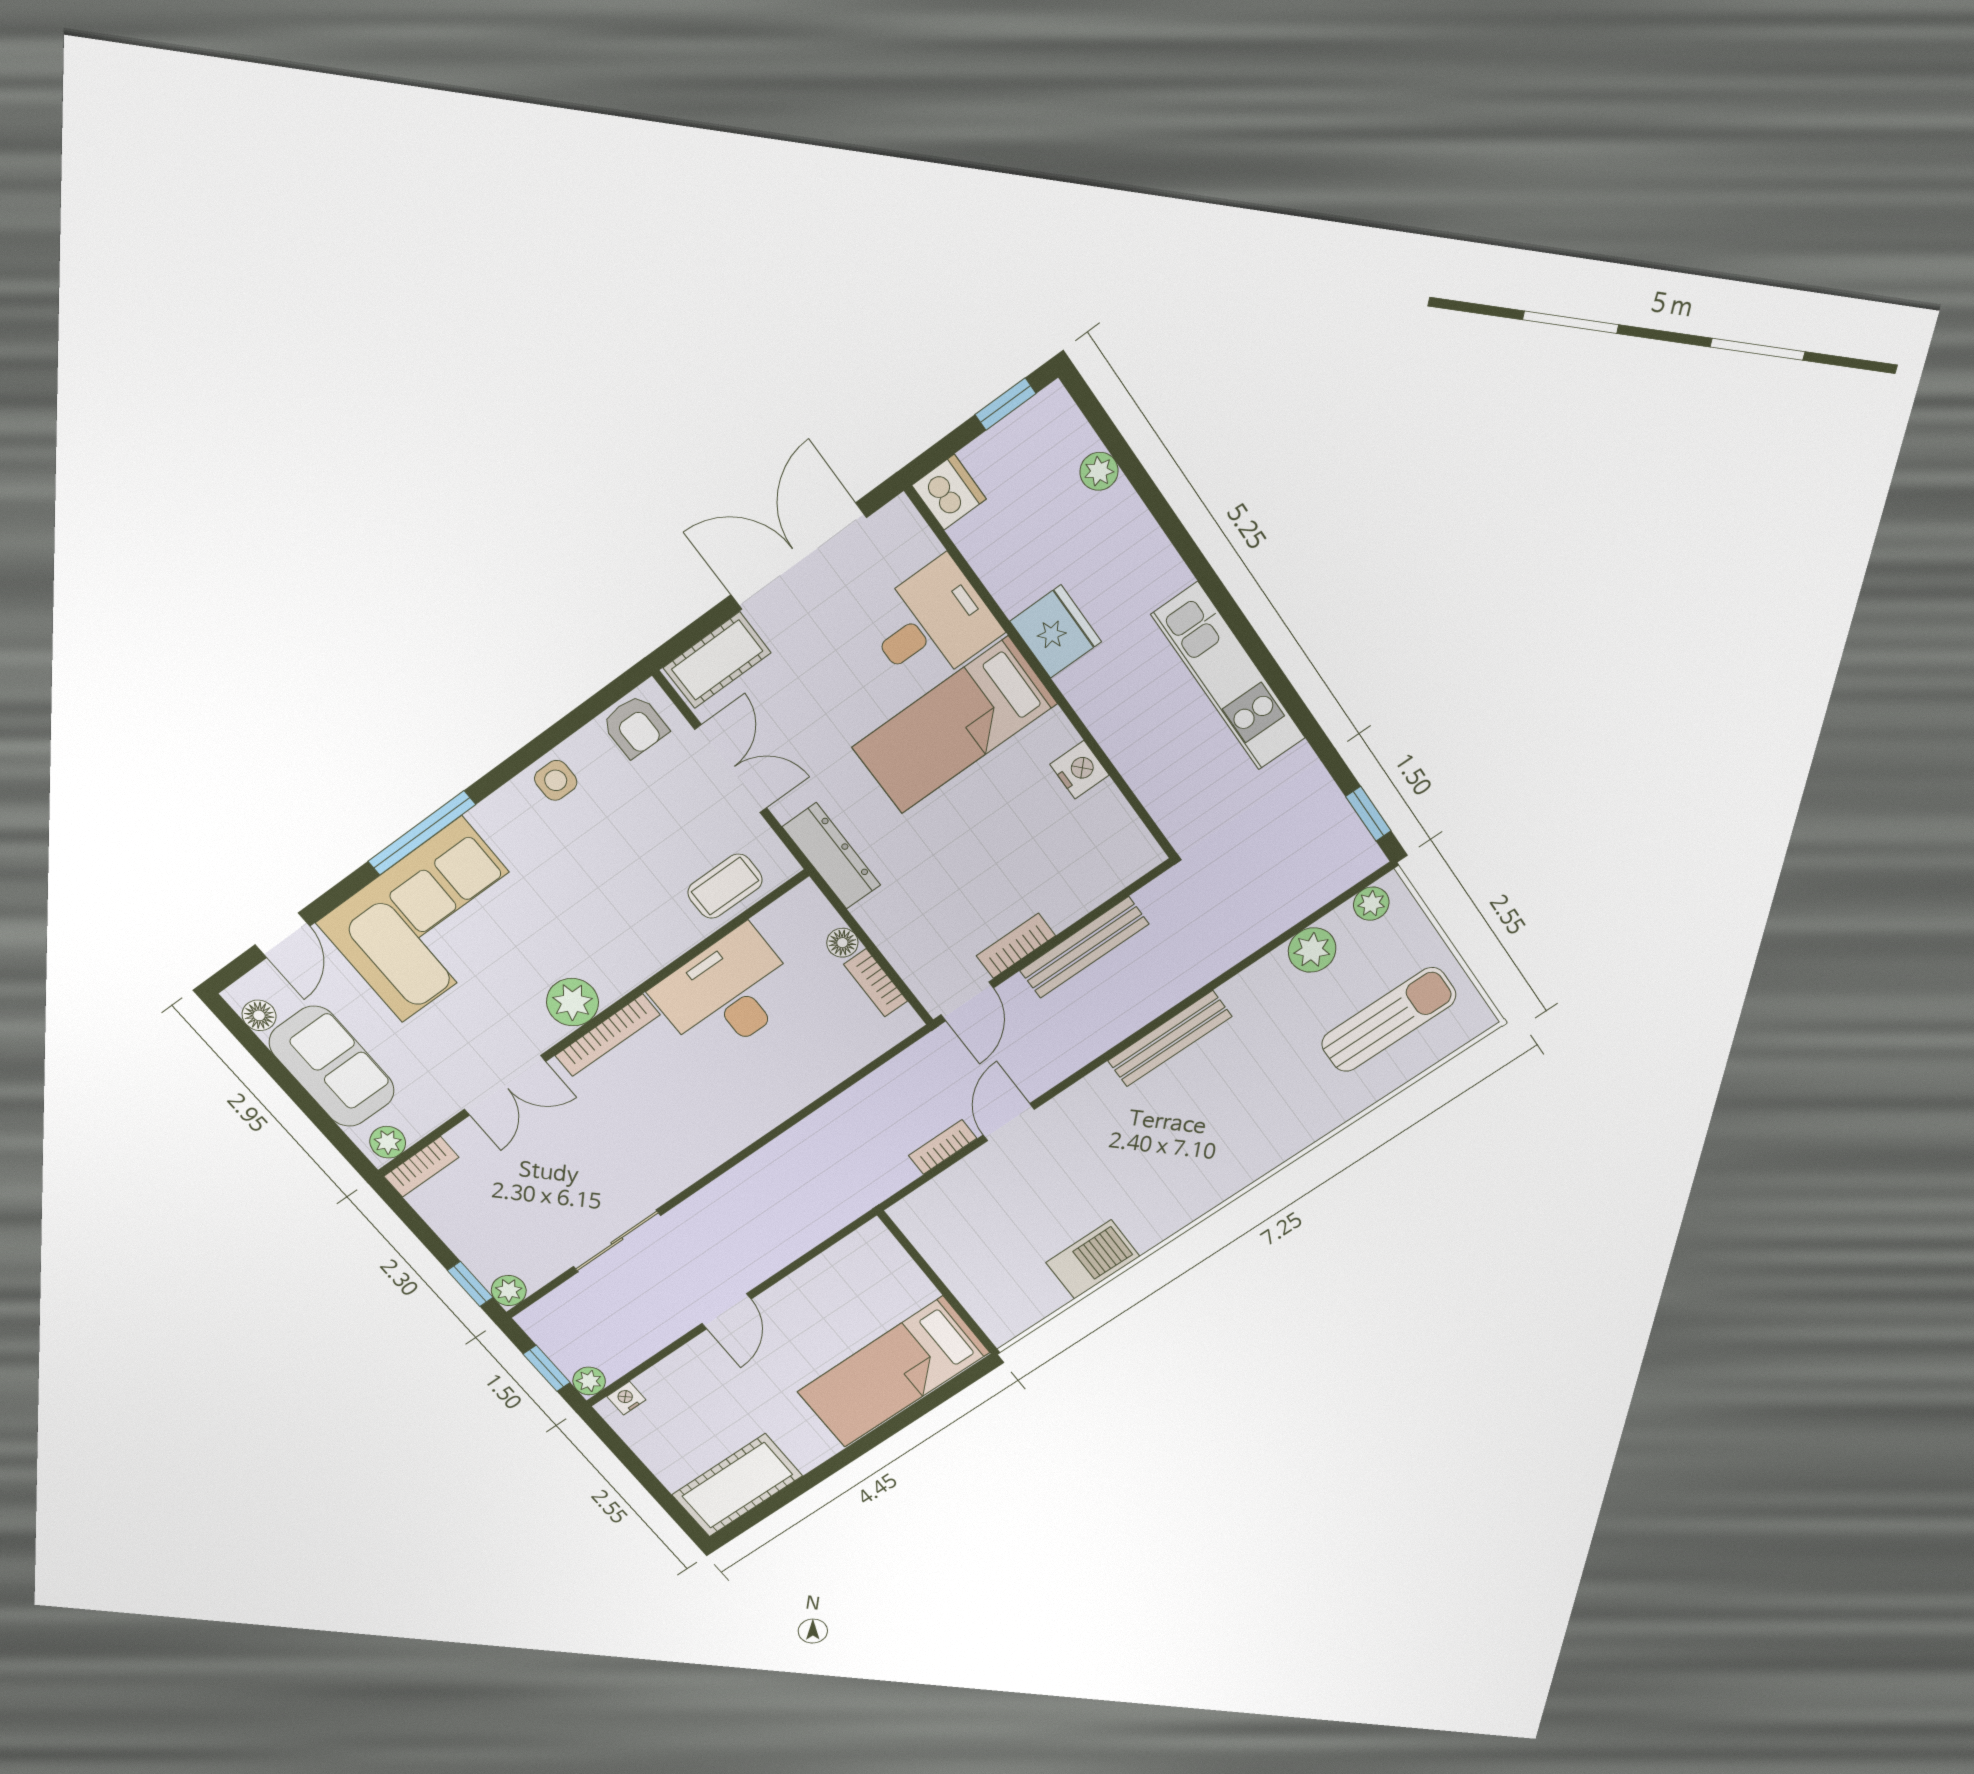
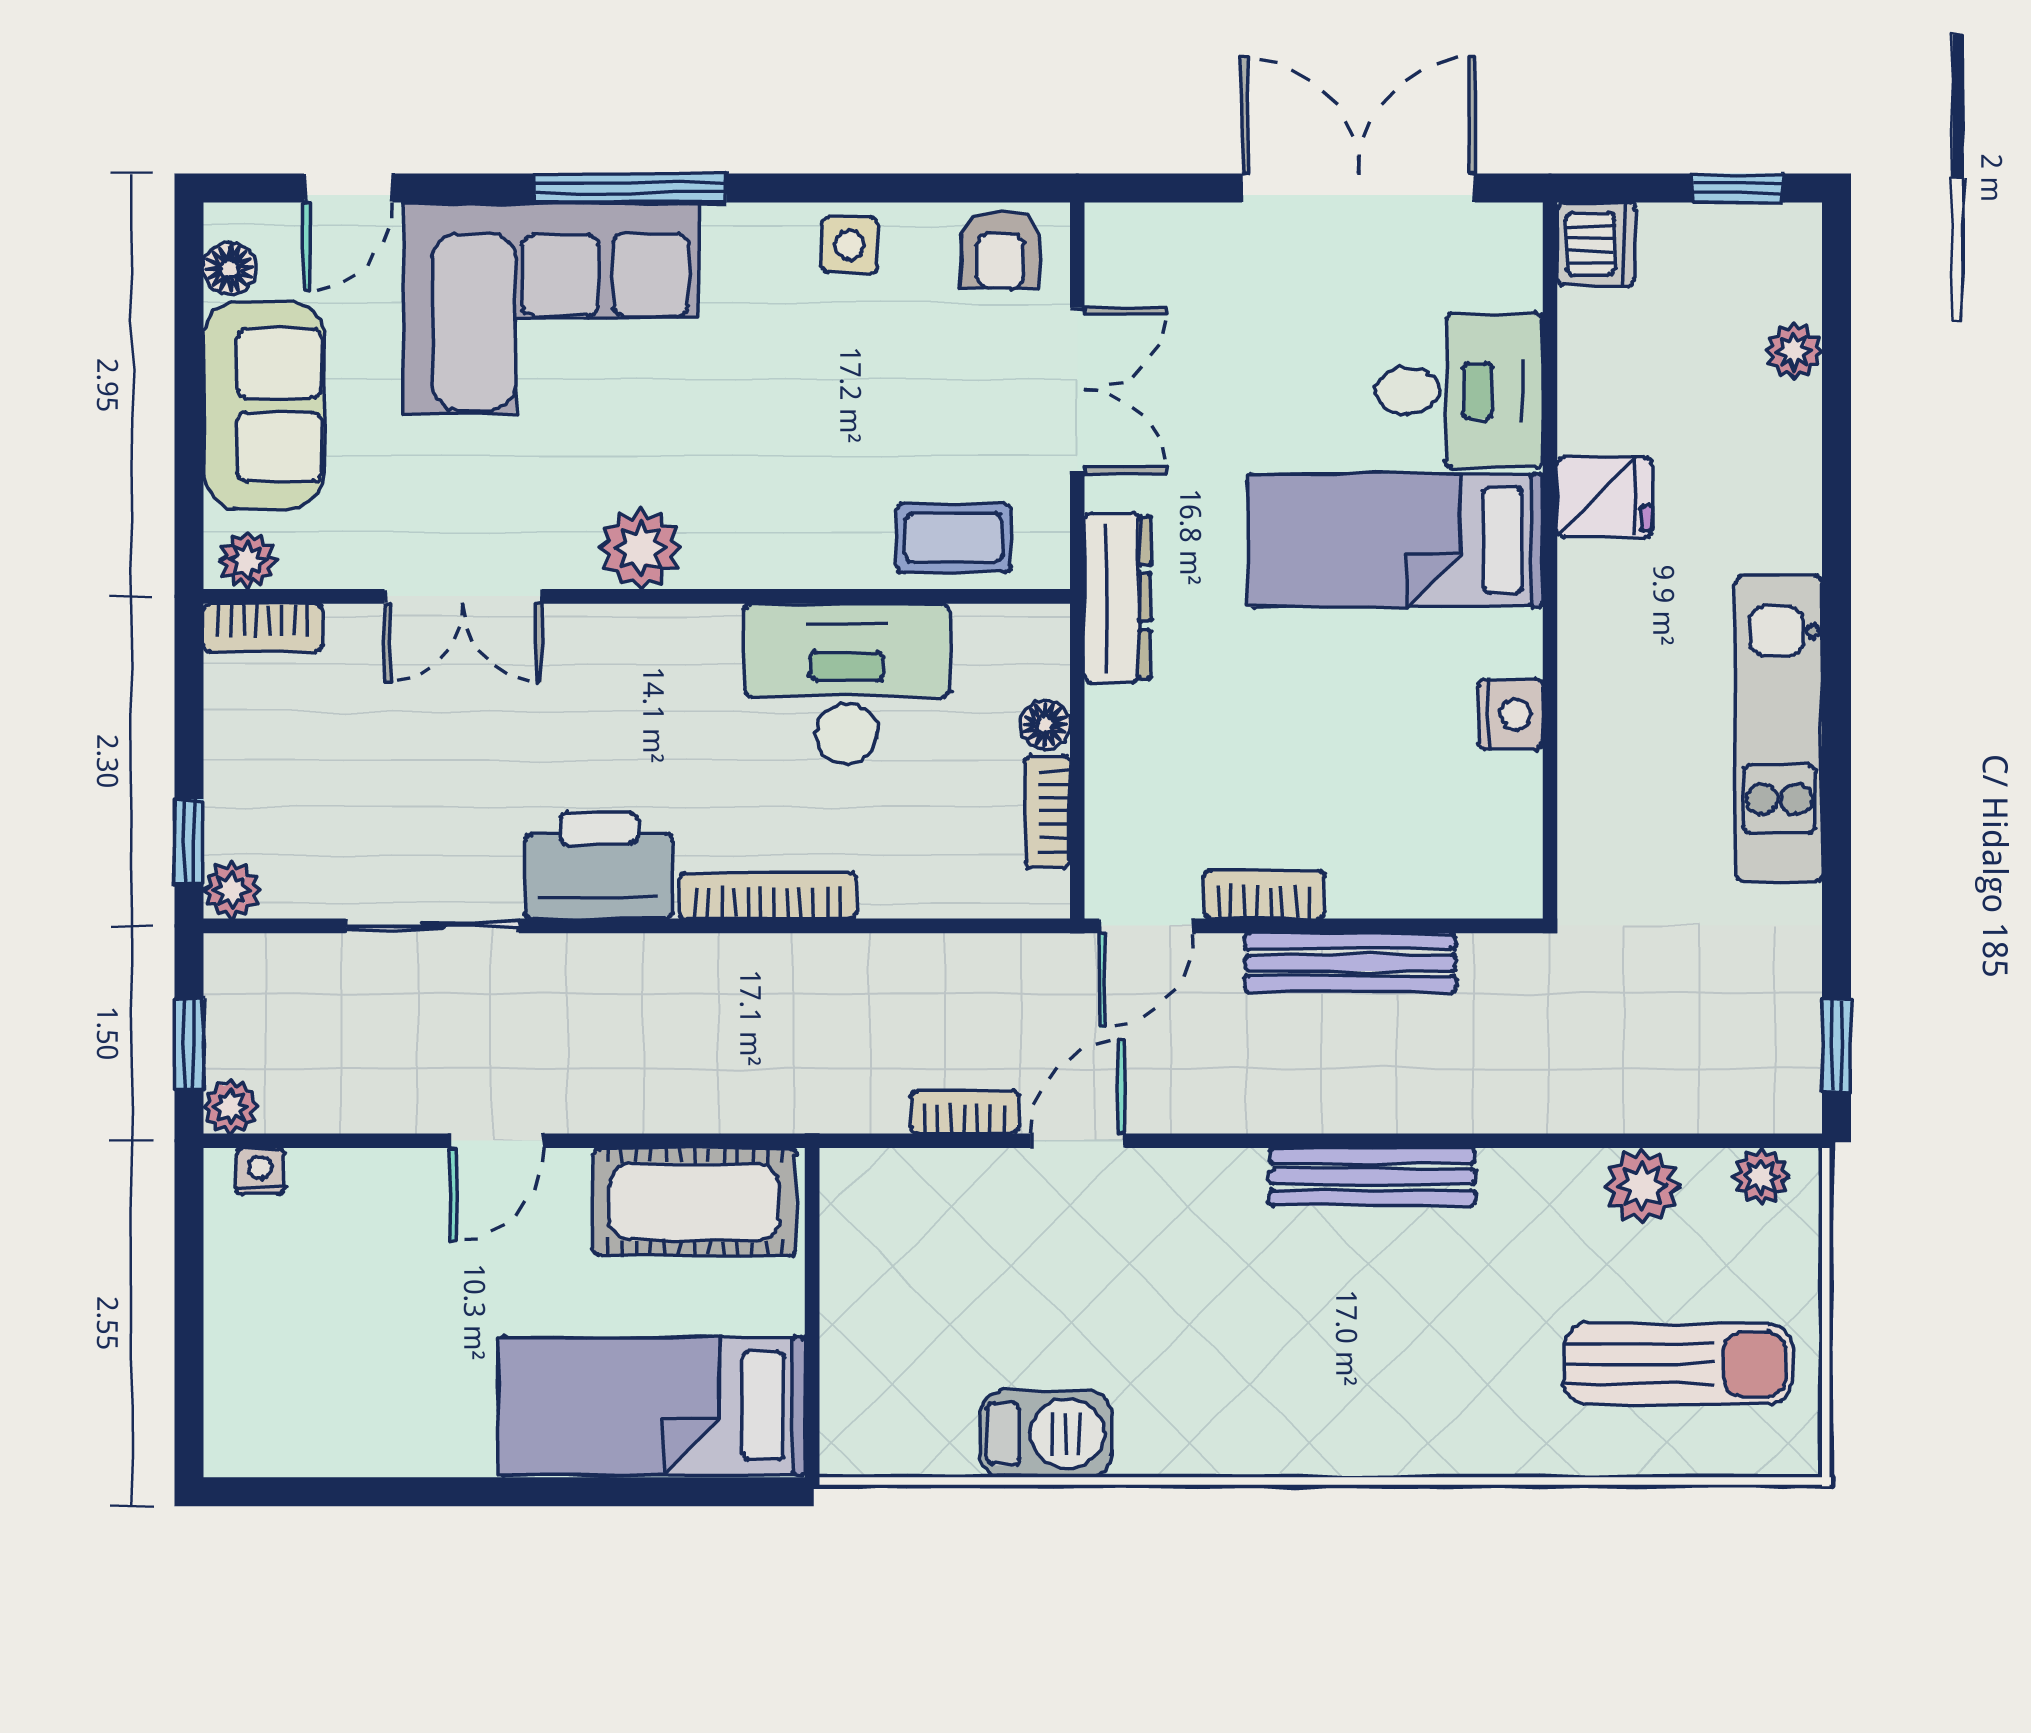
fridge: (1056, 632) -> (1605, 497), width x0.72
cot: (717, 660) -> (1164, 242), removed
bookcase: (607, 1035) -> (768, 896), moved, turned 180
printer: (674, 1160) -> (599, 866), added
cot: (737, 1485) -> (694, 1202), moved

